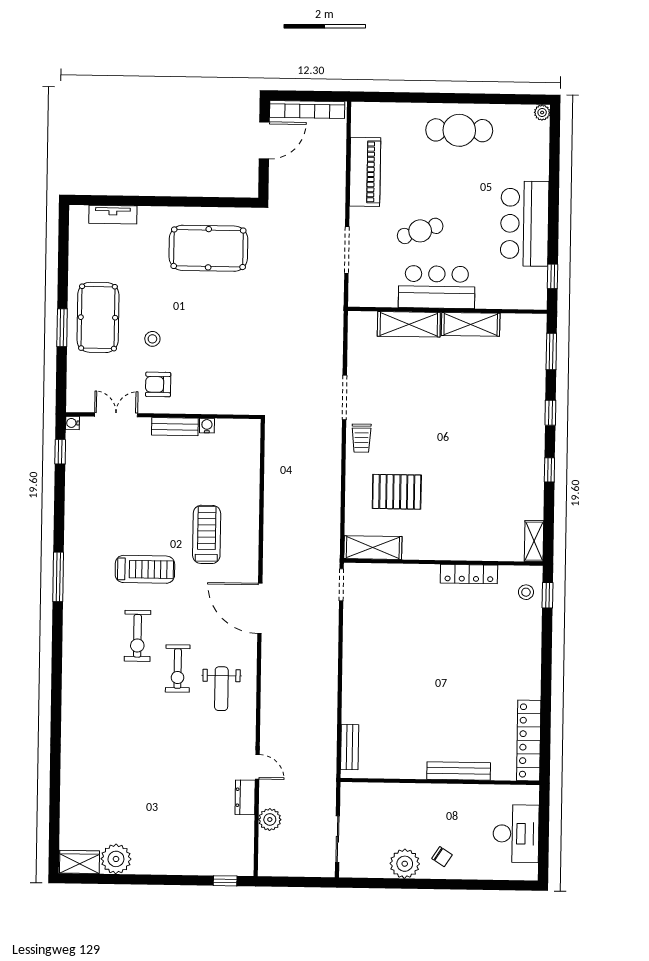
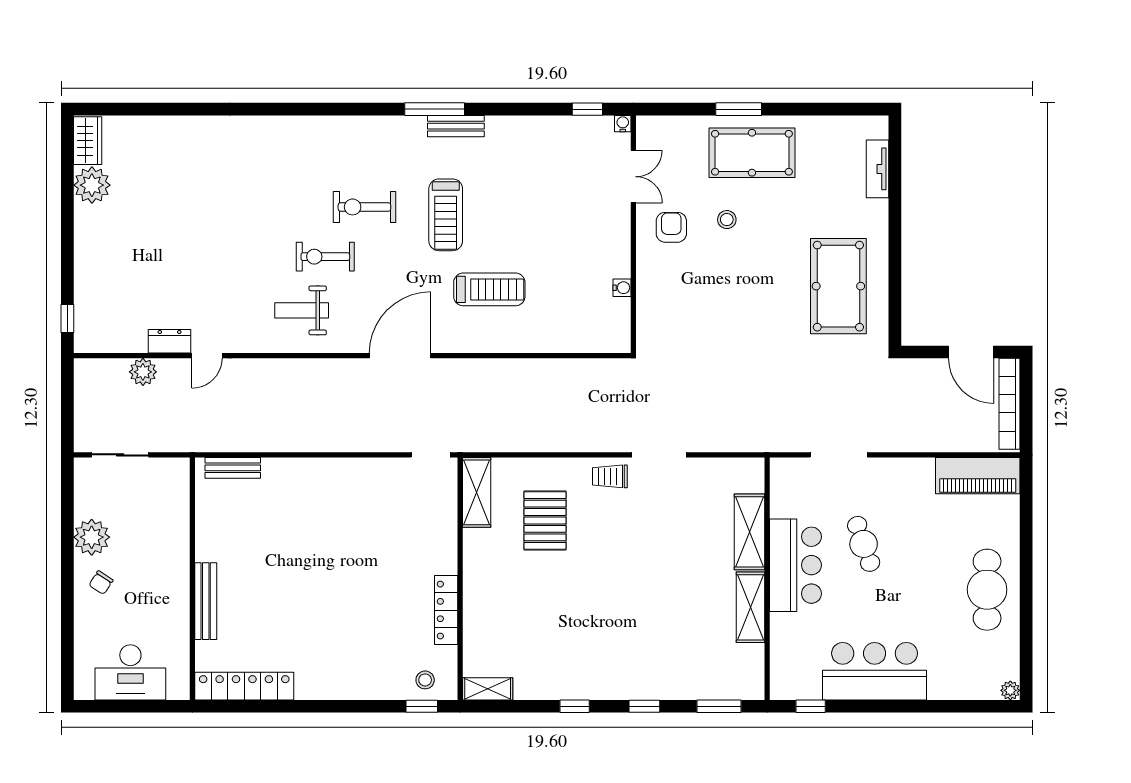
piano: (365, 172) -> (978, 476), moved
bench: (175, 427) -> (456, 126), moved, turned 90

